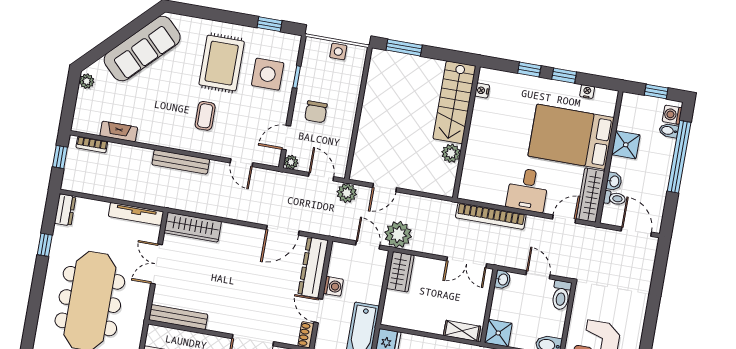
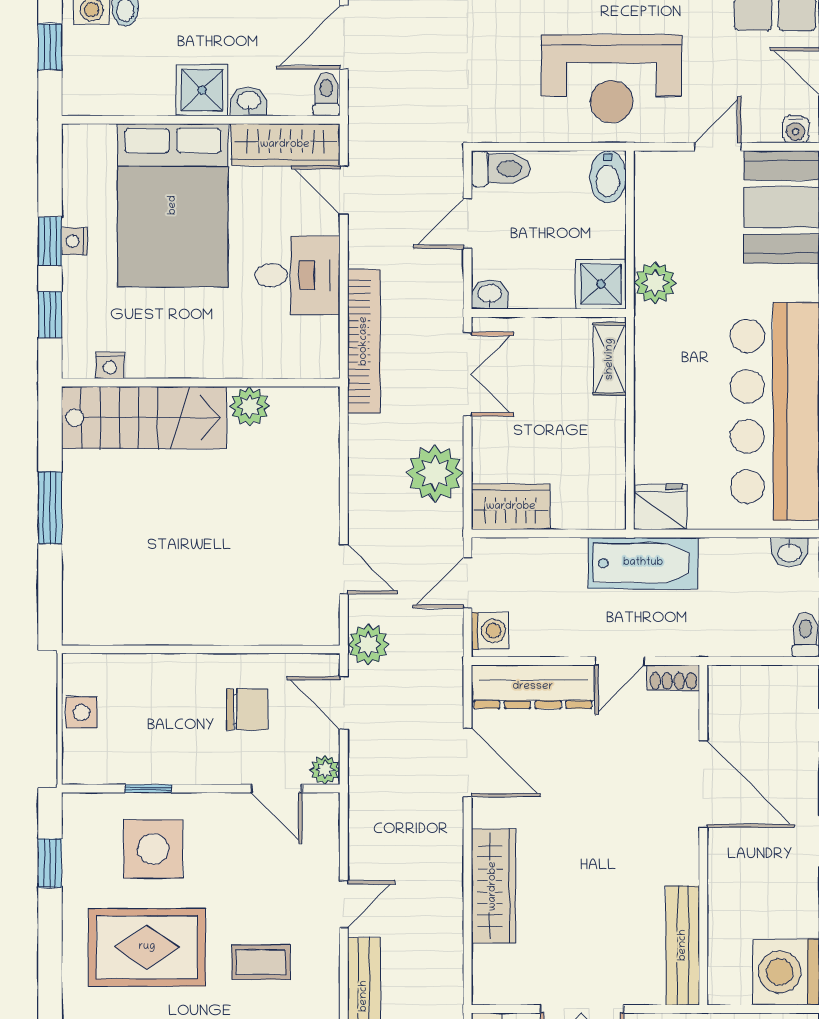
window: (404, 48) -> (50, 508), moved
nightstand: (482, 91) -> (110, 365), moved
nightstand: (587, 92) -> (74, 241), moved
stairs: (454, 102) -> (144, 418), moved
chair: (316, 112) -> (247, 709), moved
wall: (466, 132) -> (201, 383), moved
shower: (626, 145) -> (202, 90), moved
plant: (451, 153) -> (250, 406), moved
door: (241, 163) -> (344, 904), moved
door: (321, 177) -> (344, 703), hinge flipped
toilet: (615, 198) -> (327, 94), moved
wardrobe: (193, 227) -> (493, 886), moved
plant: (398, 235) -> (435, 473), moved
washing machine: (333, 286) -> (490, 631), moved, turned 90

